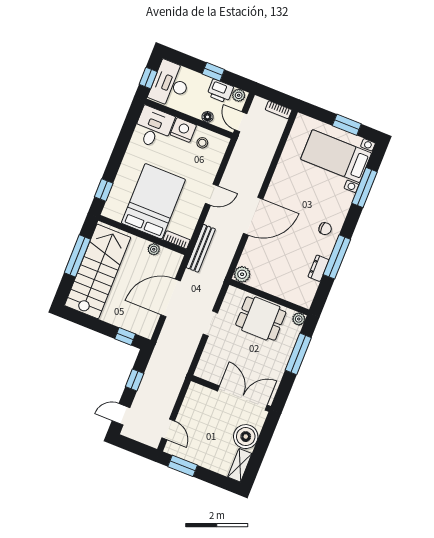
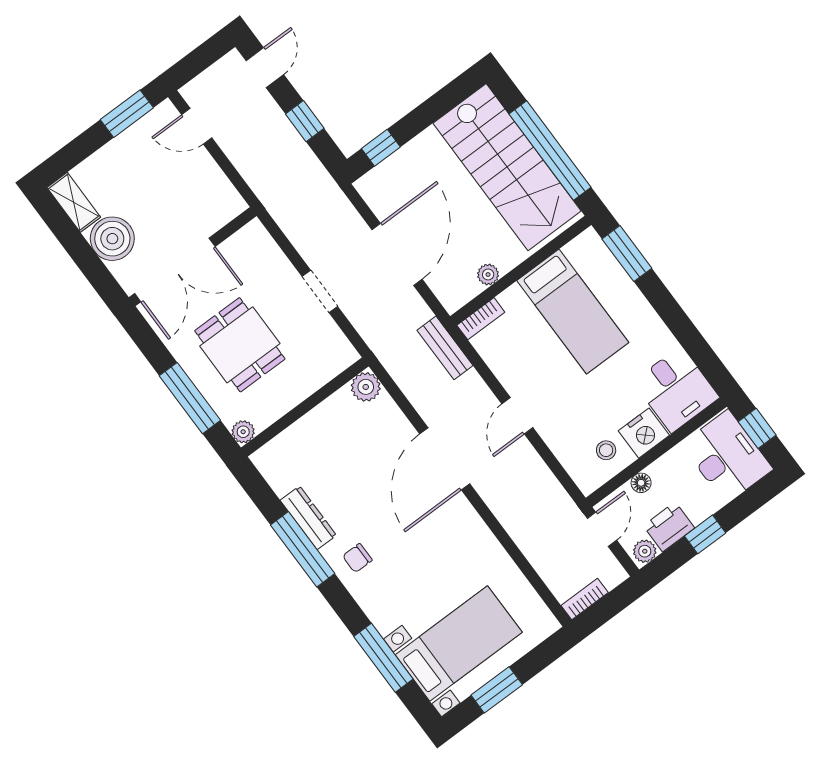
door: (241, 122) -> (602, 529), hinge flipped
window: (104, 190) -> (627, 254), width x1.50
bed: (153, 201) -> (573, 312), width x0.67
bench: (201, 248) -> (445, 348), width x0.73
window: (77, 256) -> (550, 151), width x1.46
dresser: (318, 268) -> (308, 518), width x1.44
dining table: (261, 318) -> (240, 345), moved, turned 90

